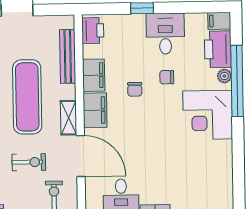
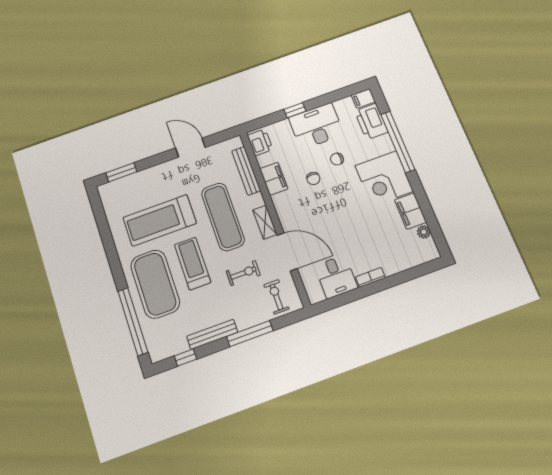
desk: (165, 34) -> (316, 126), width x1.37
plant: (224, 76) -> (424, 232), moved
filing cabinet: (95, 110) -> (410, 211), moved, turned 180

